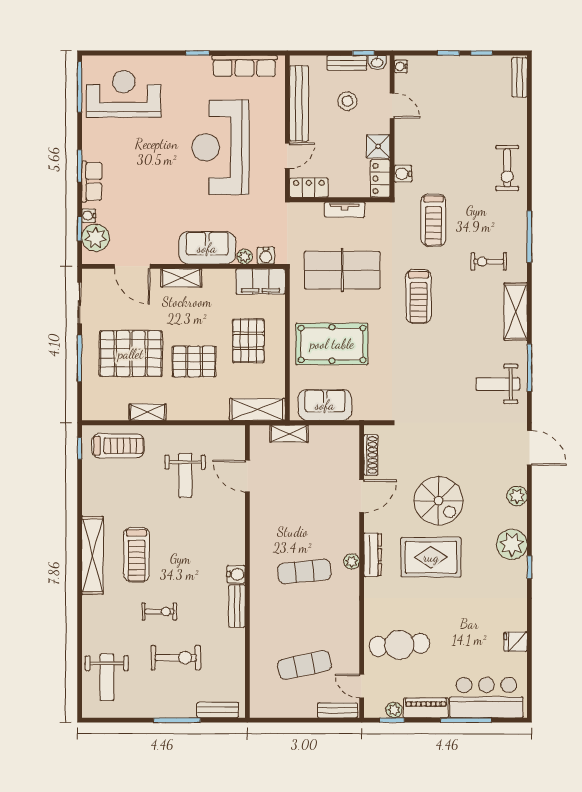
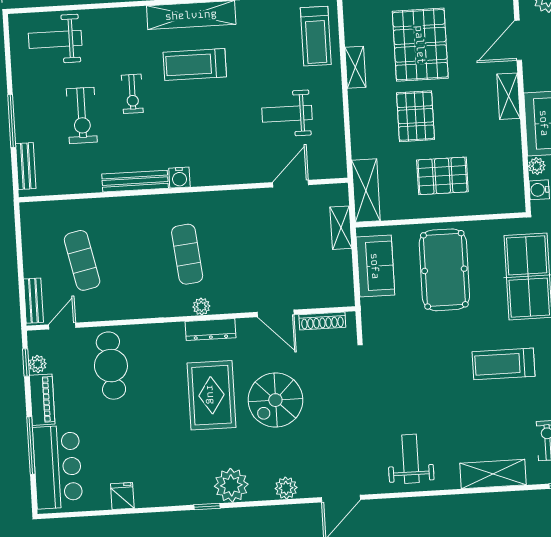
filing cabinet: (260, 281) -> (510, 185), removed
window: (529, 368) -> (431, 493), removed
bench: (237, 606) -> (135, 181), width x1.36

